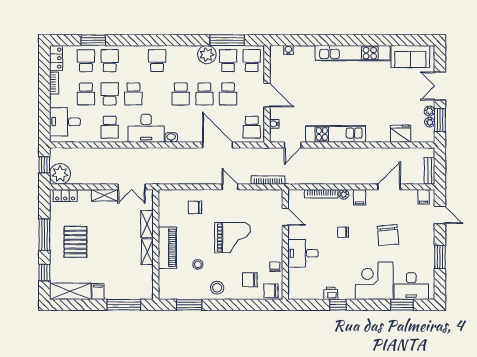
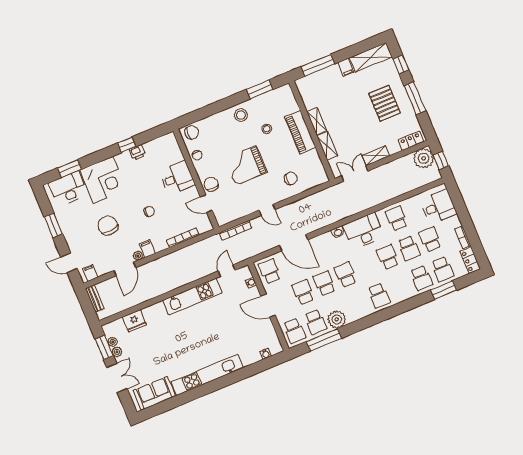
plant: (344, 194) -> (138, 256), moved
chair: (250, 280) -> (211, 184), moved, turned -90

